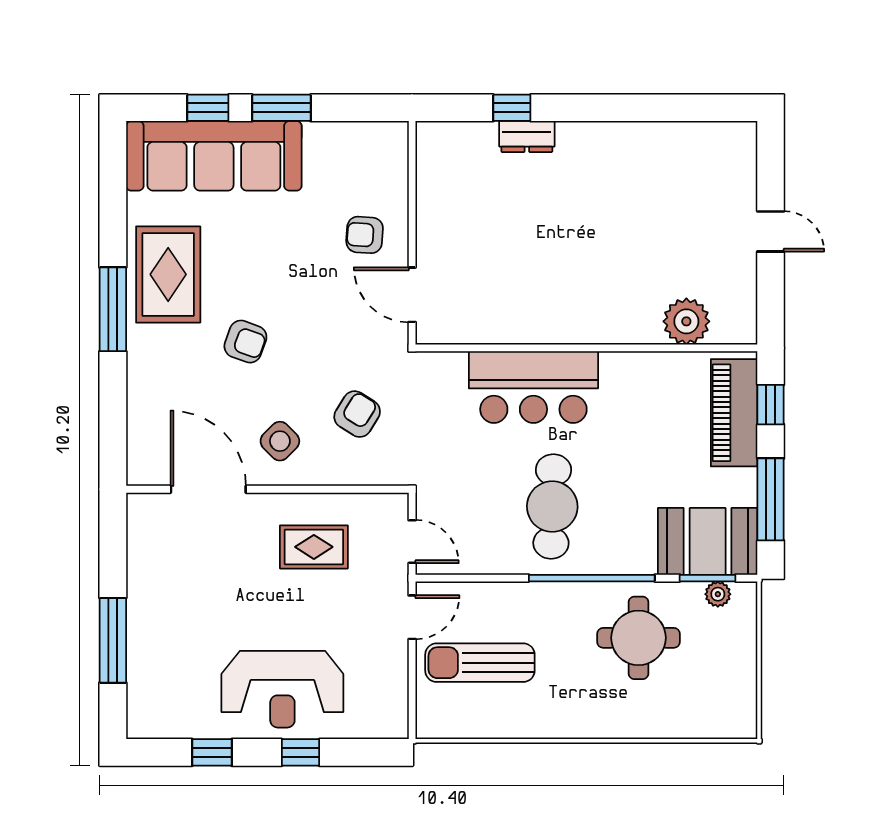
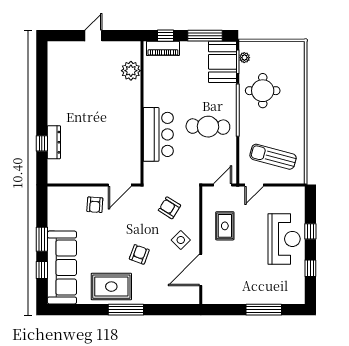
dresser: (527, 137) -> (54, 142), width x1.44
piano: (734, 413) -> (163, 48), width x0.73, depth x0.75
door: (412, 617) -> (254, 185), swing flipped
sun lounger: (480, 663) -> (273, 157), turned 105

